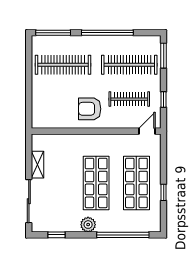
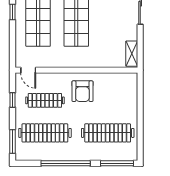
armchair: (90, 109) -> (82, 91), turned 90
door: (147, 131) -> (28, 70), hinge flipped
shelving: (38, 165) -> (132, 54), moved

